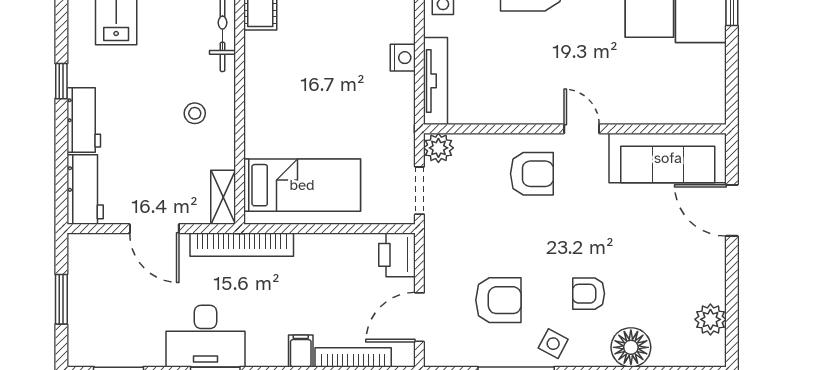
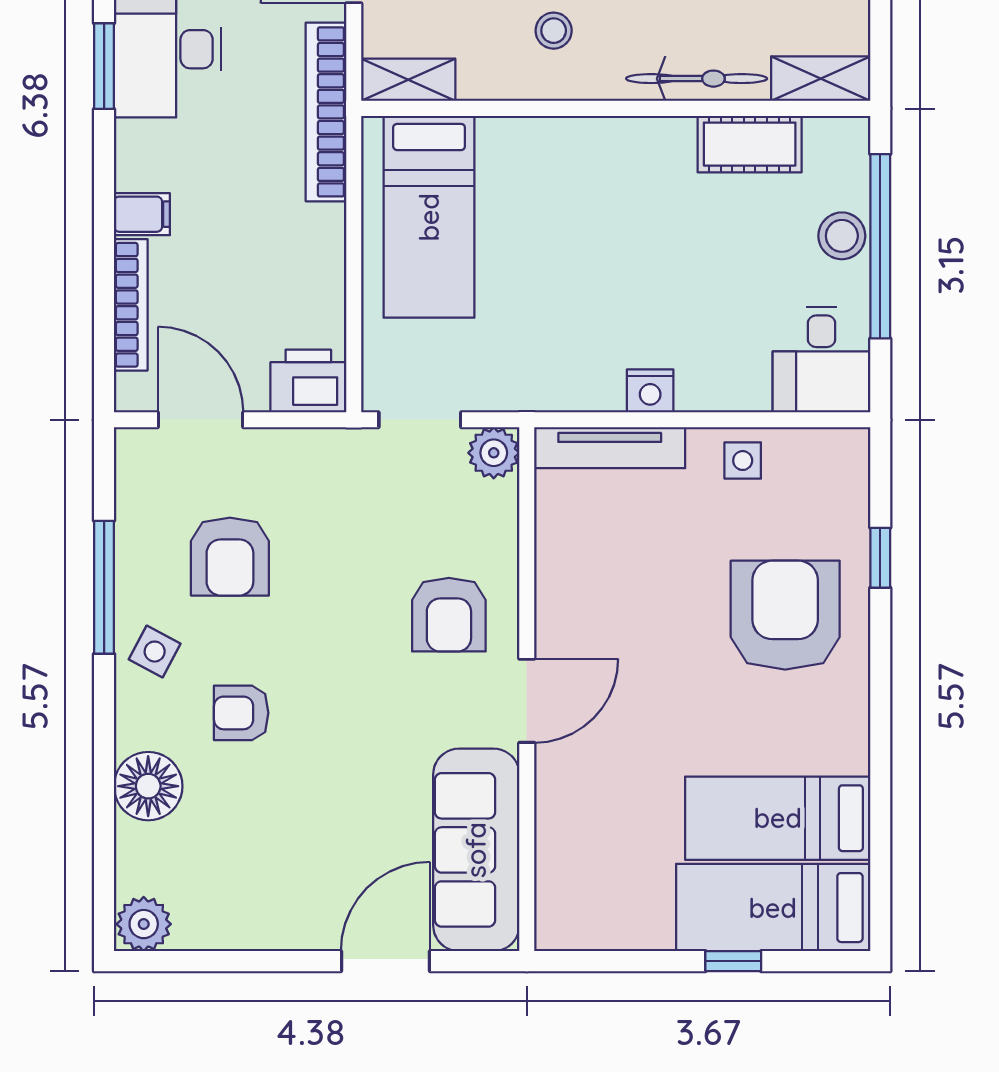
door: (582, 129) -> (527, 701), width x1.38
armchair: (589, 294) -> (241, 713), turned -90
plant: (710, 319) -> (144, 924), moved

